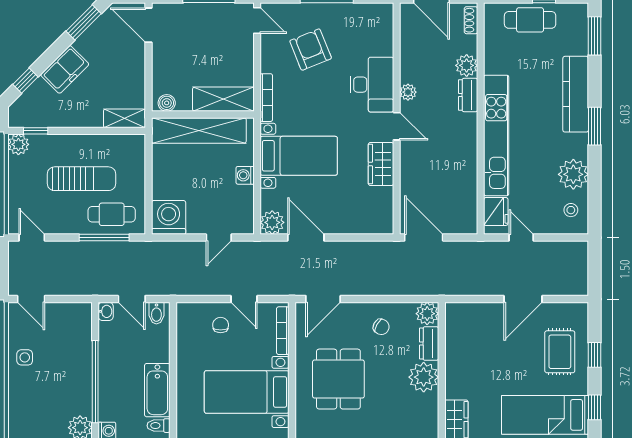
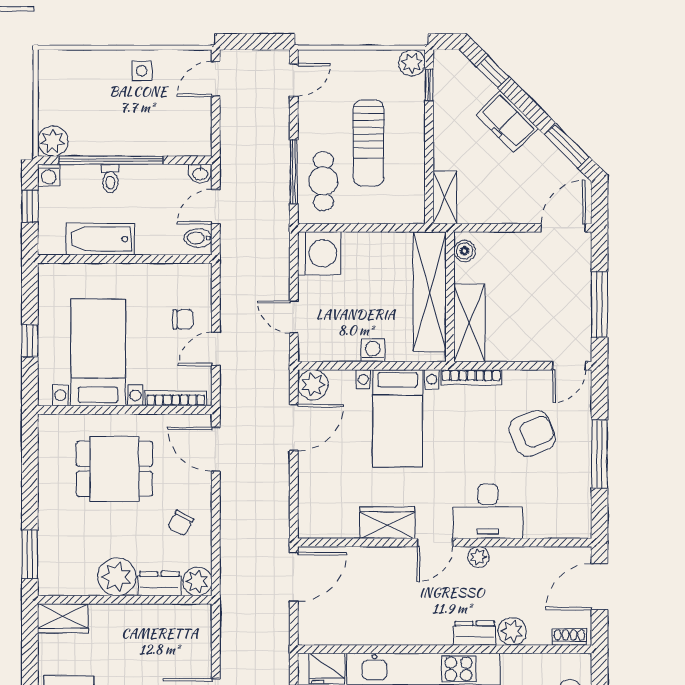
toilet: (159, 426) -> (110, 179), moved, turned 180

